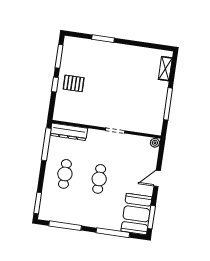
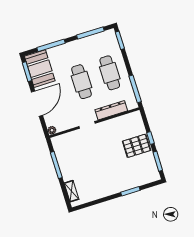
pallet: (74, 83) -> (137, 146), width x1.50, depth x1.42
dresser: (69, 132) -> (111, 110), moved
cafe table: (65, 174) -> (110, 73), width x1.37, depth x1.35
door: (157, 178) -> (37, 104), width x1.87
cafe table: (99, 179) -> (81, 82), width x1.37, depth x1.35

